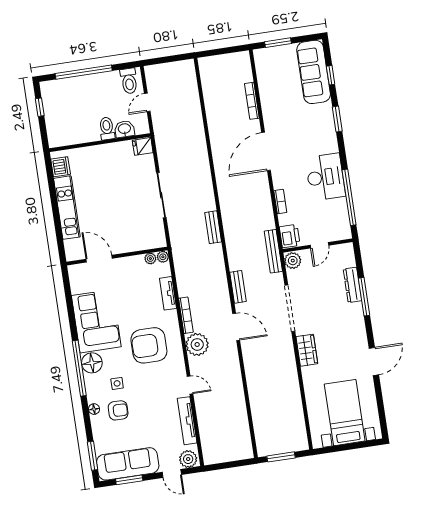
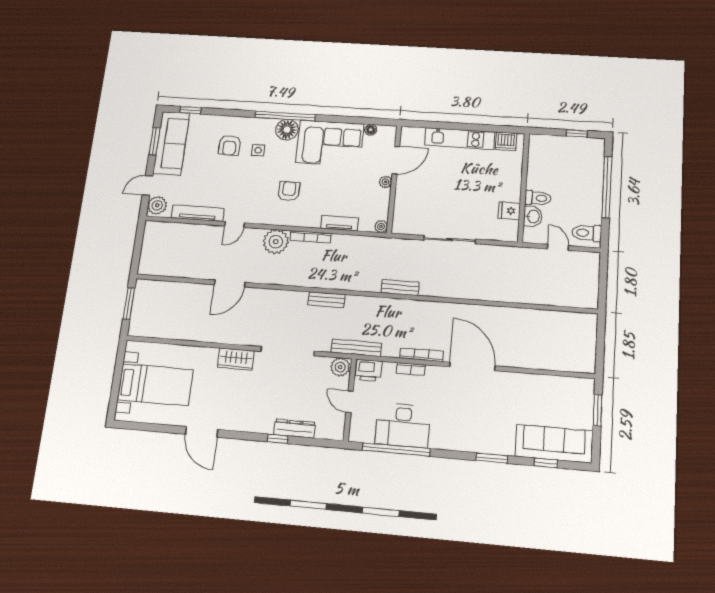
bookcase: (252, 101) -> (422, 355), moved
fridge: (143, 146) -> (509, 211), moved, turned -90
desk: (325, 177) -> (403, 425), moved
plant: (150, 259) -> (385, 182), moved
window: (364, 297) -> (278, 439), width x0.46
door: (236, 327) -> (230, 283), moved
armchair: (149, 345) -> (289, 191), width x0.53, depth x0.53
floor lamp: (94, 409) -> (371, 130), moved
window: (93, 456) -> (191, 110), width x0.67

